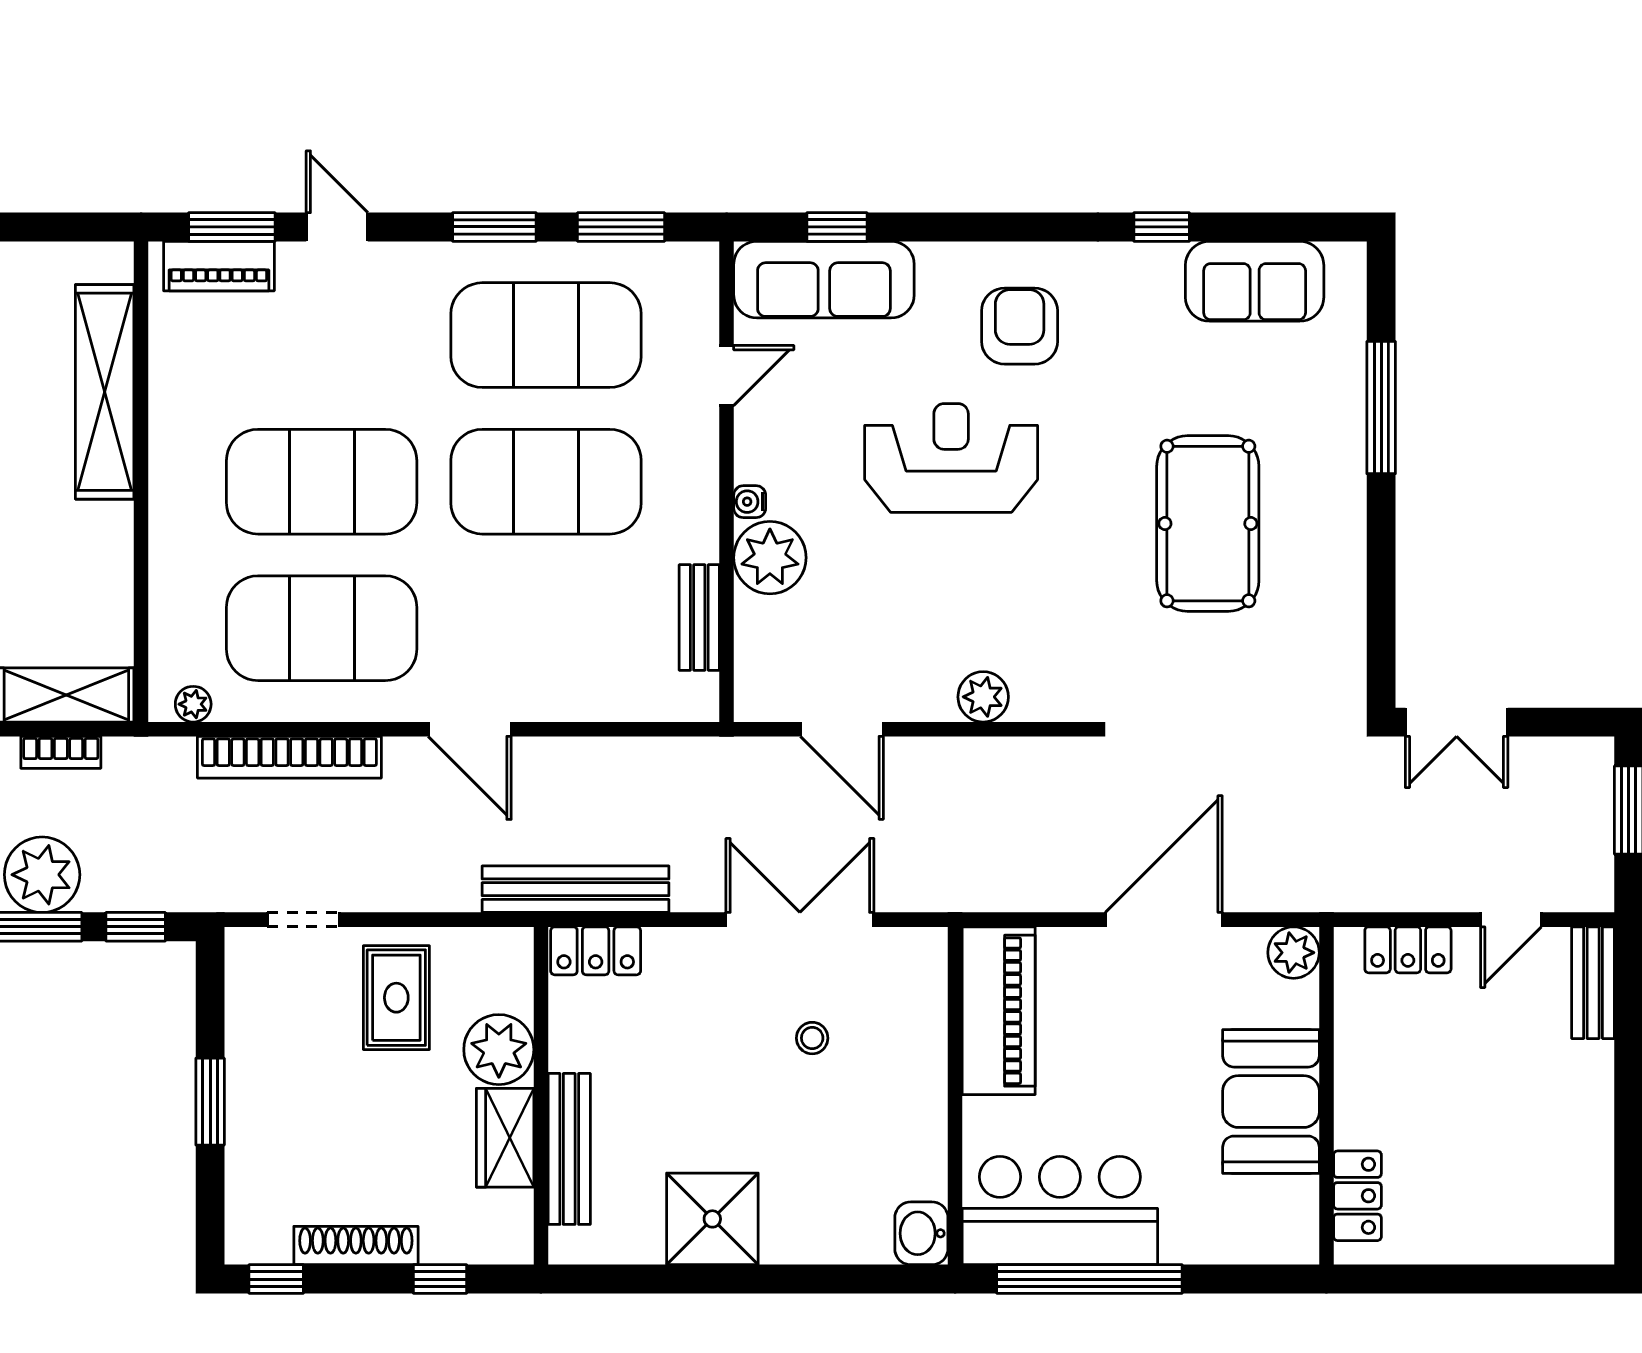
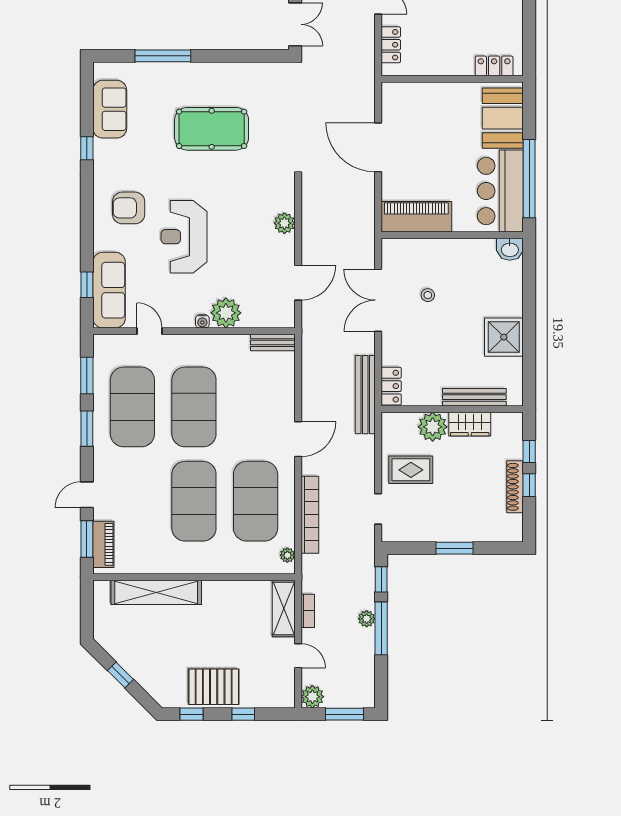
bench: (699, 617) -> (273, 343), moved
plant: (42, 875) -> (367, 619), width x0.53, depth x0.53
plant: (1294, 953) -> (392, 93), removed
booth: (1271, 1102) -> (503, 118), moved, turned 90
window: (276, 1279) -> (529, 485), moved

